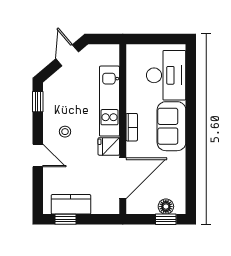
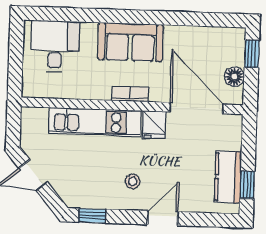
desk: (166, 75) -> (55, 46), width x0.73
floor lamp: (166, 207) -> (234, 77), moved

